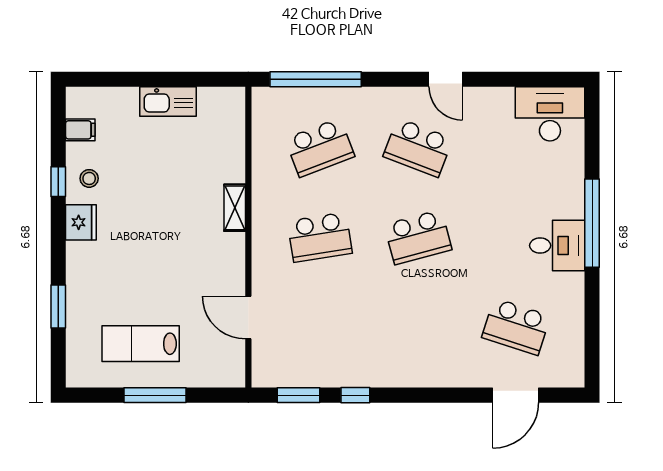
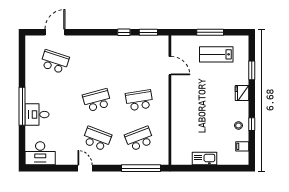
shelving: (235, 208) -> (176, 113), removed
fridge: (81, 222) -> (242, 93), moved
desk: (557, 246) -> (37, 115), moved
lab bench: (141, 344) -> (216, 54), turned 180

